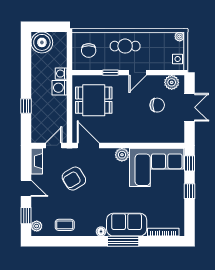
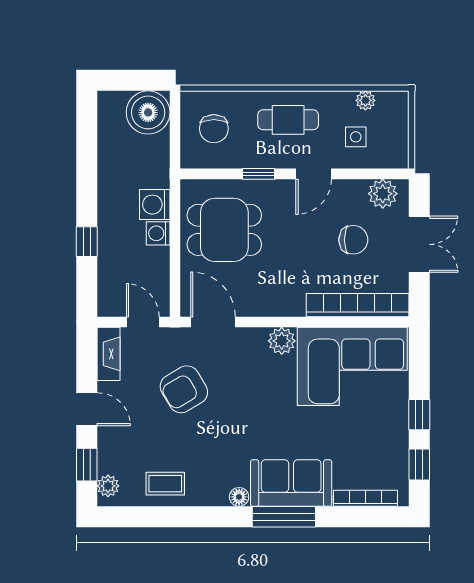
plant: (180, 37) -> (365, 100), moved
boiler: (42, 42) -> (148, 112), moved
side table: (178, 59) -> (356, 137), moved
washing machine: (61, 74) -> (158, 233), moved
bookcase: (159, 137) -> (358, 305), added
door: (54, 145) -> (143, 322), hinge flipped
window: (190, 163) -> (419, 464), moved

